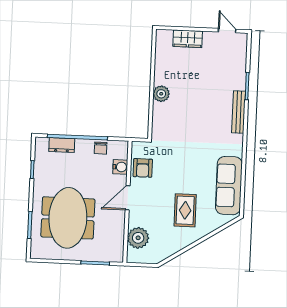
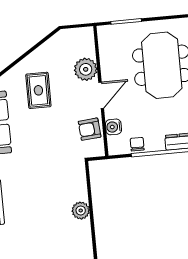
armchair: (143, 168) -> (90, 129), turned -95
plant: (138, 238) -> (86, 69), moved

